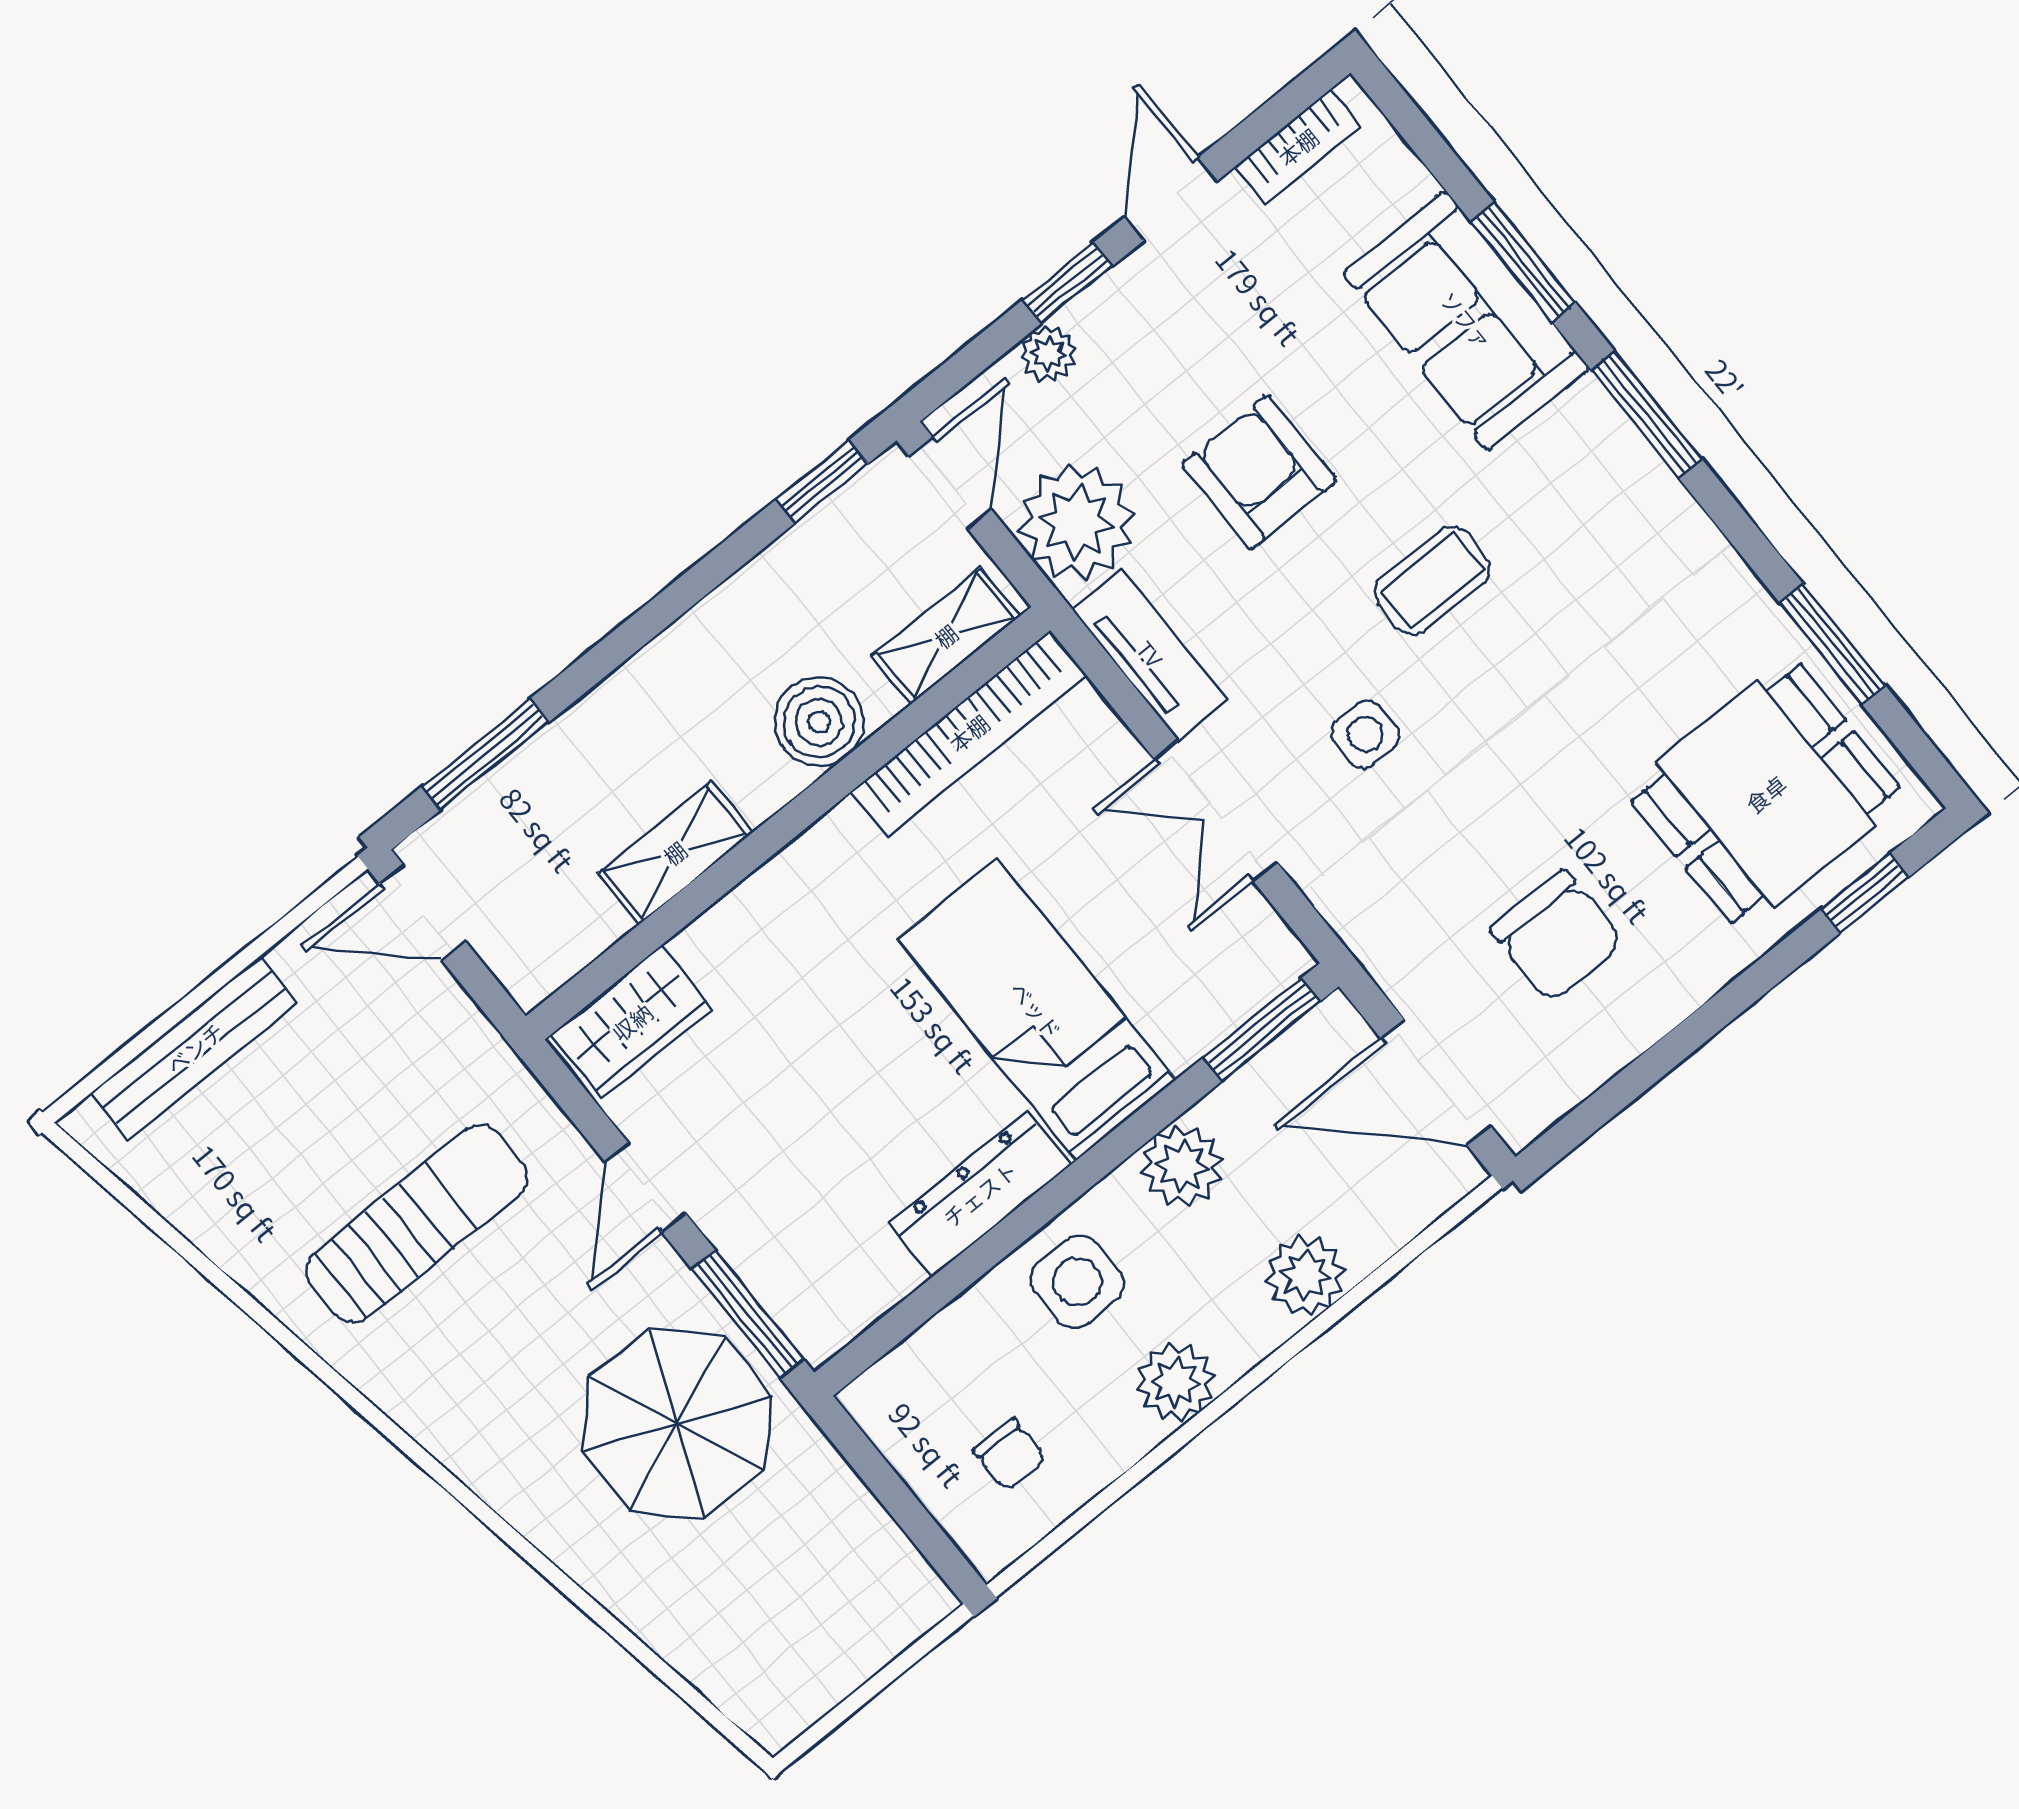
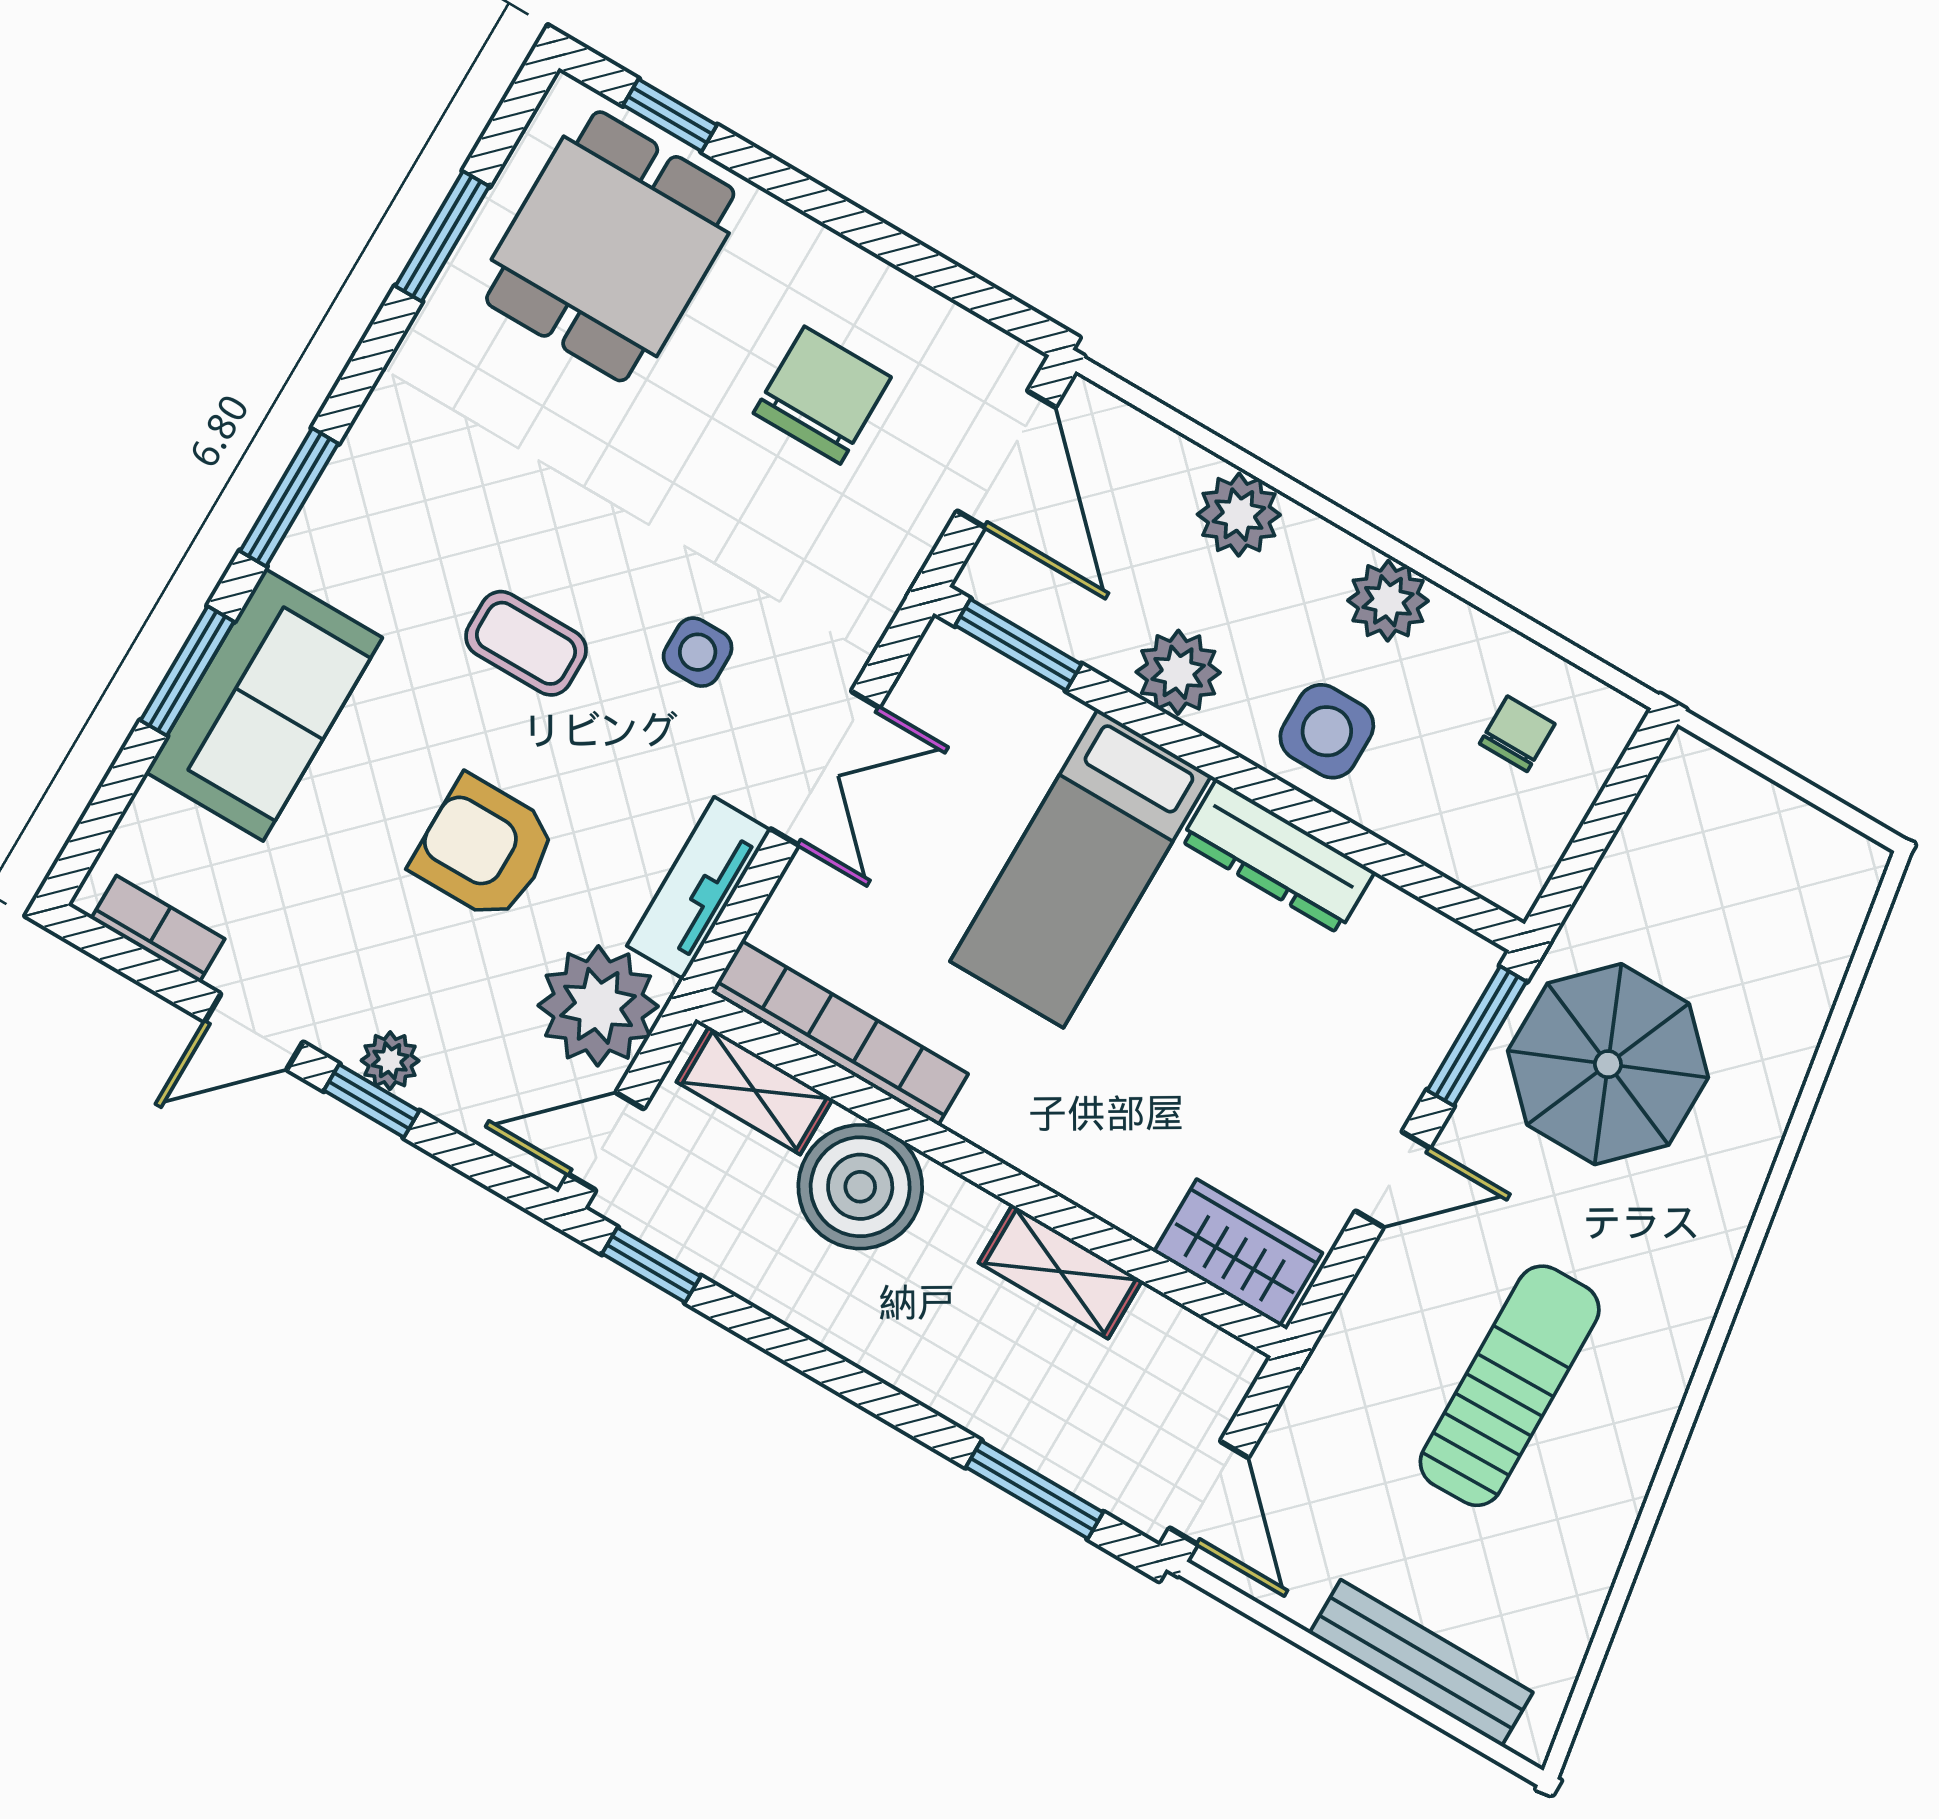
plant: (1048, 354) -> (390, 1061), moved
armchair: (1259, 472) -> (484, 849), turned 90
boiler: (819, 722) -> (860, 1187), width x1.37, depth x1.37
dining table: (1766, 794) -> (610, 246), turned 90
sun lounger: (417, 1224) -> (1510, 1386), turned 89

